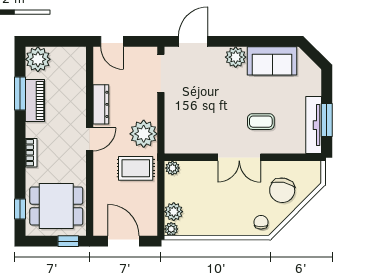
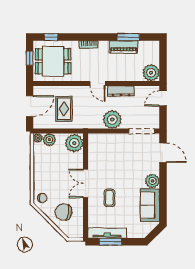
plant: (38, 59) -> (151, 73), moved
plant: (144, 134) -> (112, 119), moved
rug: (136, 168) -> (64, 109), moved
plant: (172, 168) -> (74, 143), width x1.87, depth x1.87
dining table: (56, 206) -> (53, 61), turned 90
window: (68, 241) -> (30, 58), moved

